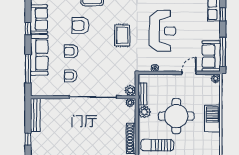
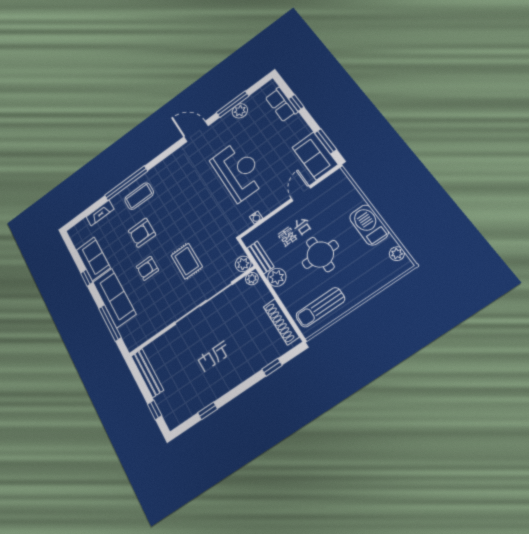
rug: (122, 35) -> (187, 261), moved
window: (223, 52) -> (326, 141), width x0.69
armchair: (71, 76) -> (163, 297), removed
plant: (216, 79) -> (397, 254), moved
round table: (176, 116) -> (320, 254), width x0.73, depth x0.73

